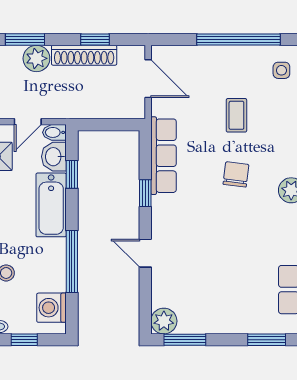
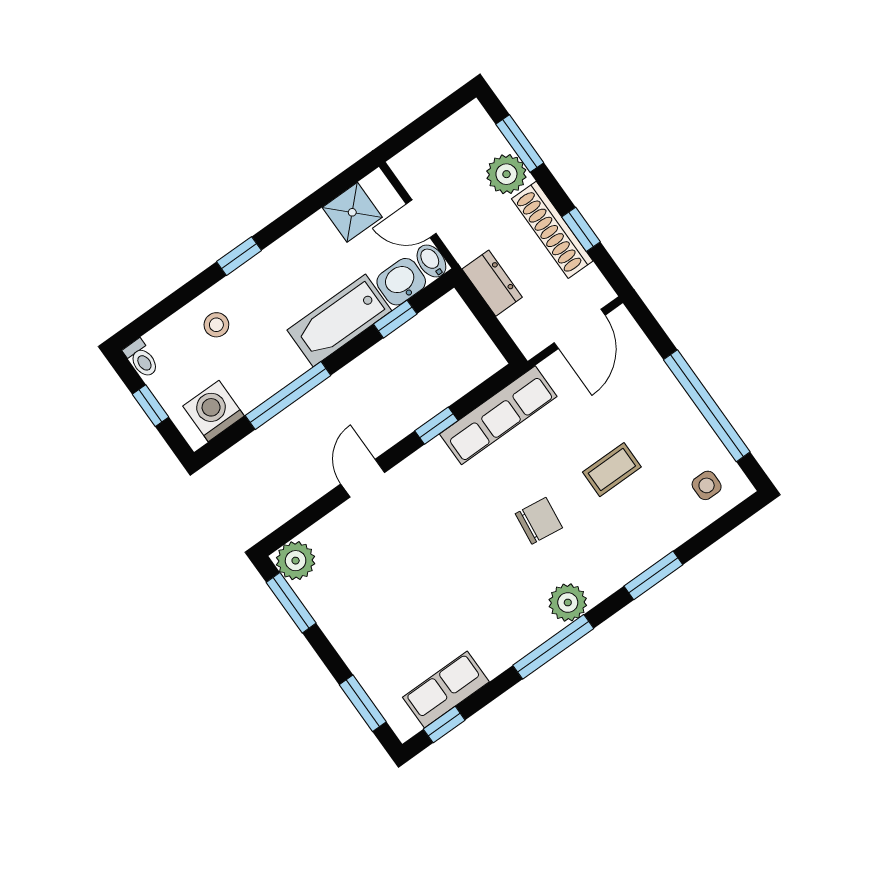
dresser: (90, 108) -> (492, 283), added

